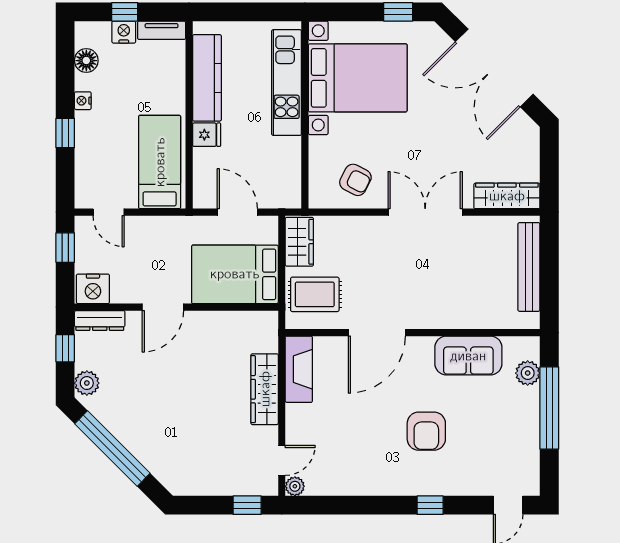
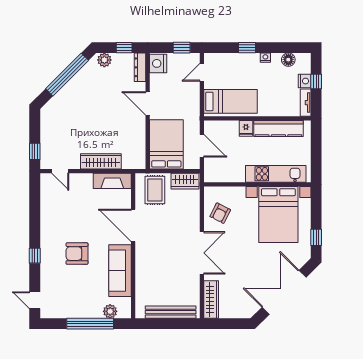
door: (237, 212) -> (202, 146), hinge flipped
sofa: (468, 356) -> (120, 271), width x1.36
plant: (295, 486) -> (46, 179), removed

